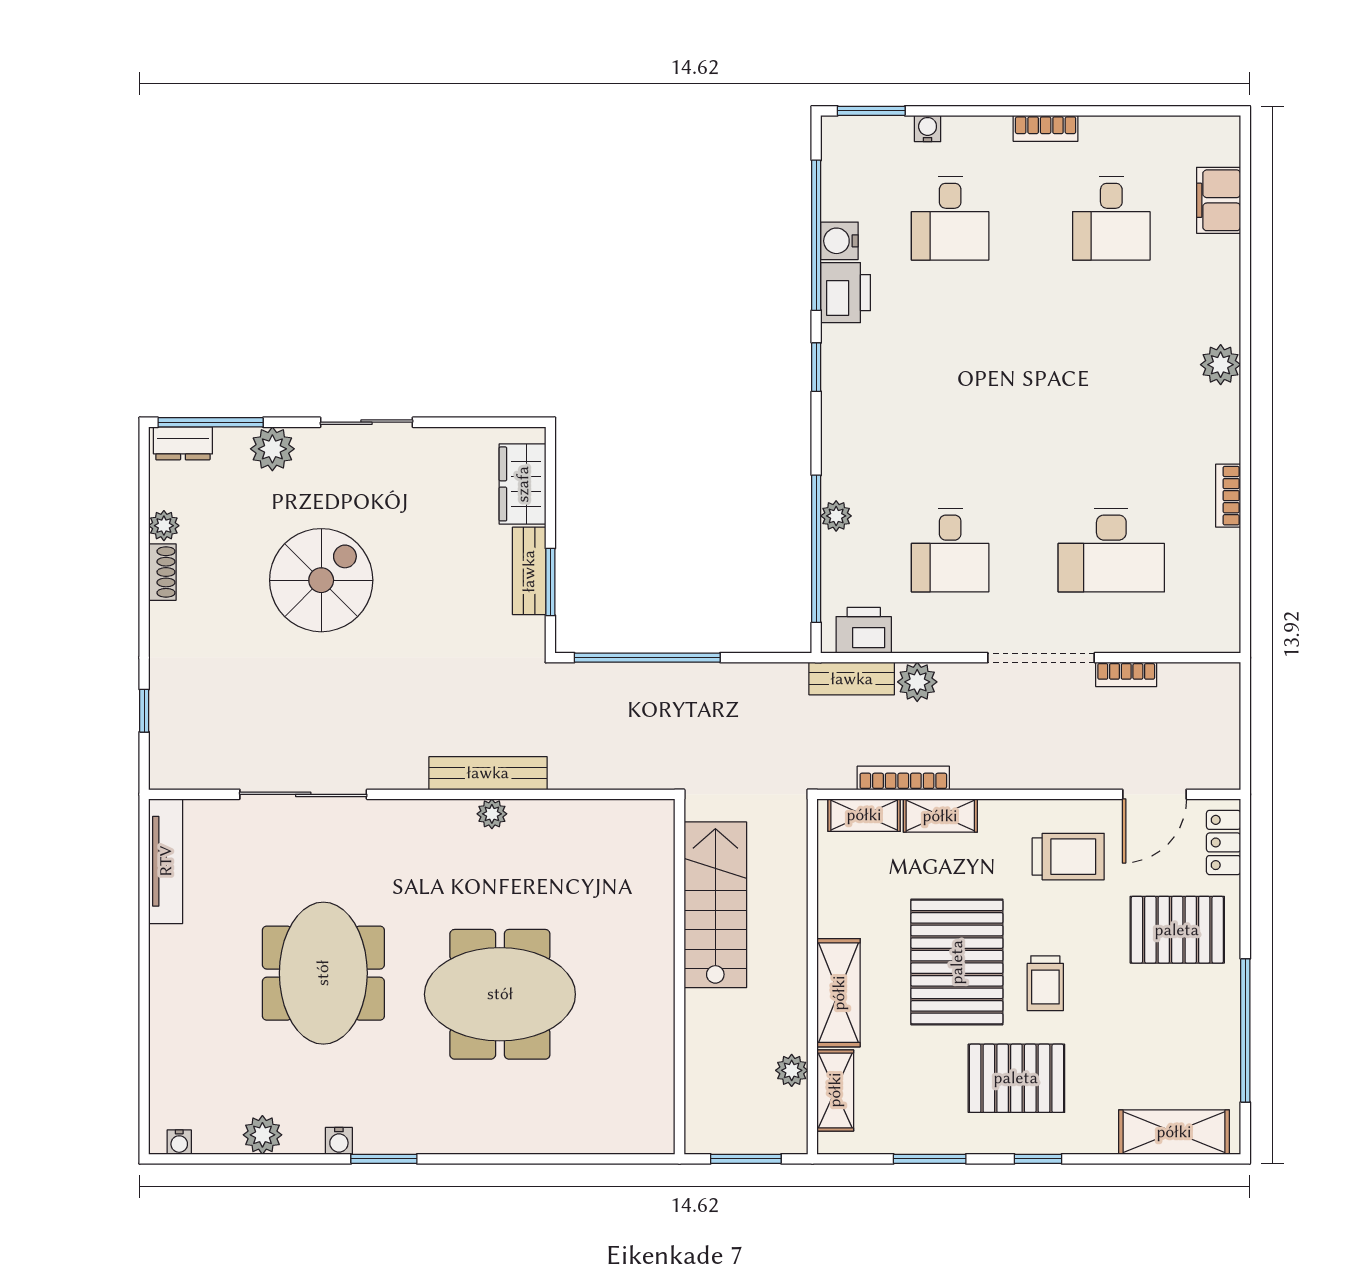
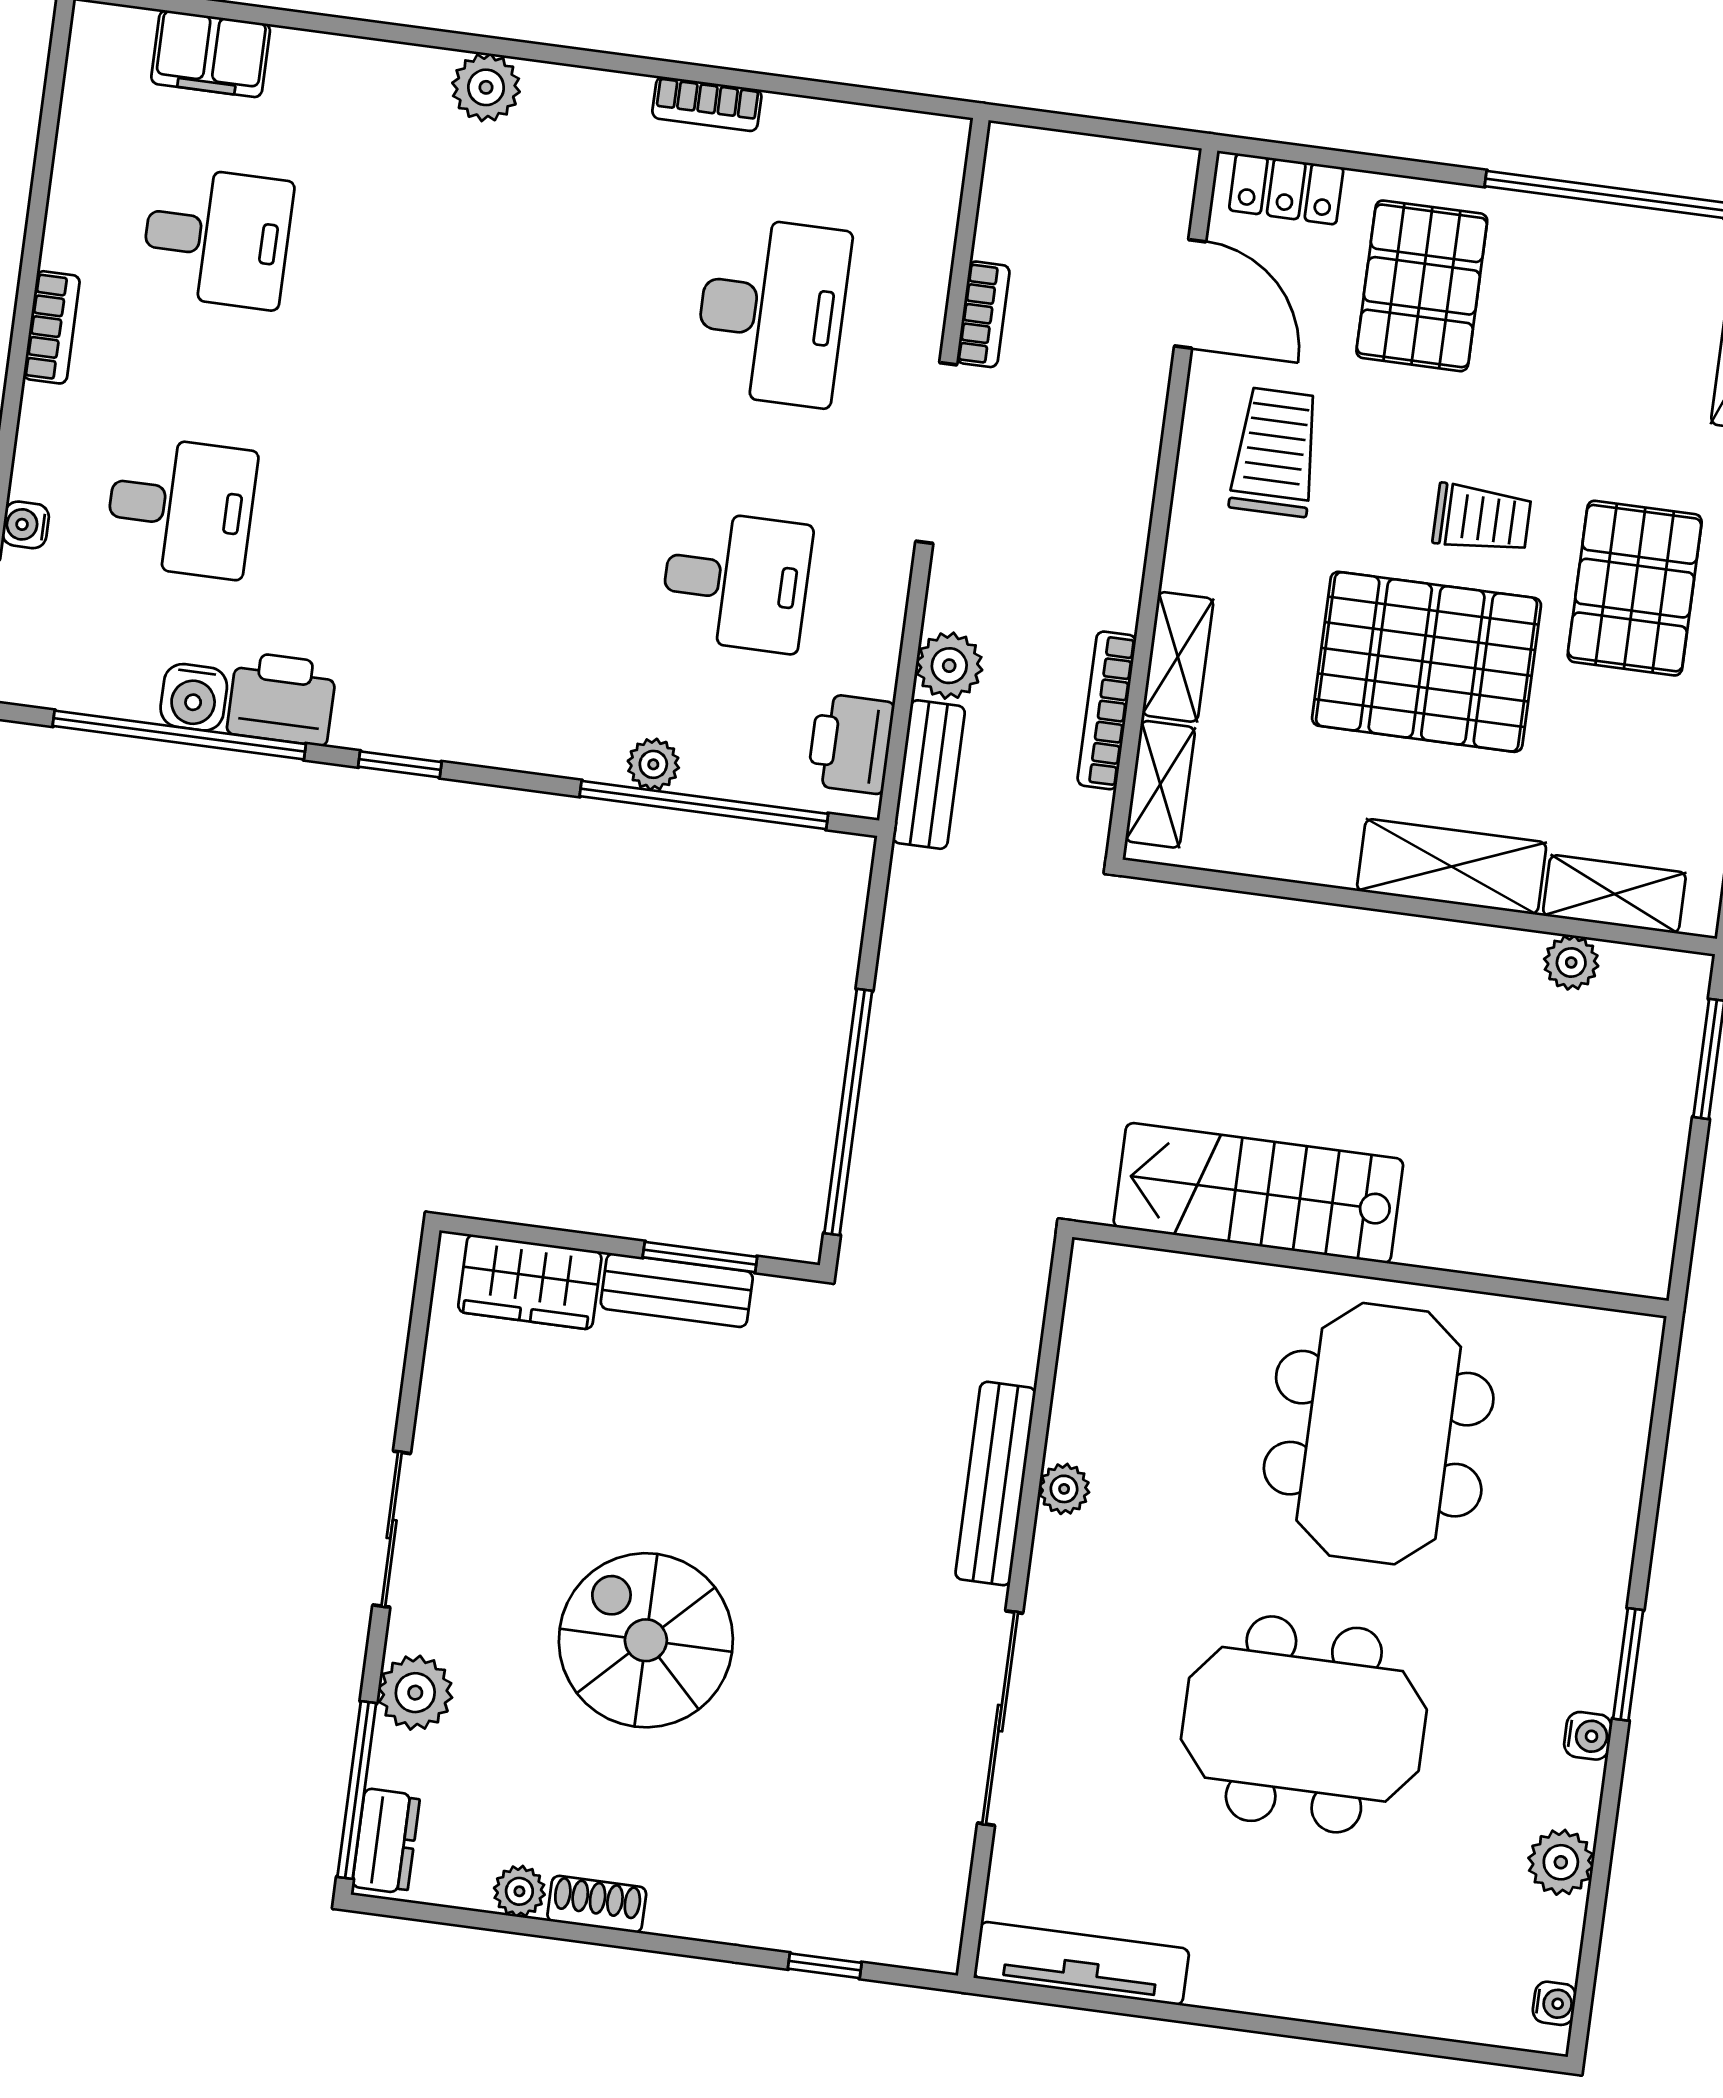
bench: (488, 773) -> (995, 1484), moved
plant: (492, 814) -> (1064, 1489), moved
stairs: (715, 905) -> (1258, 1193), moved
wall: (679, 977) -> (1370, 1269), moved

